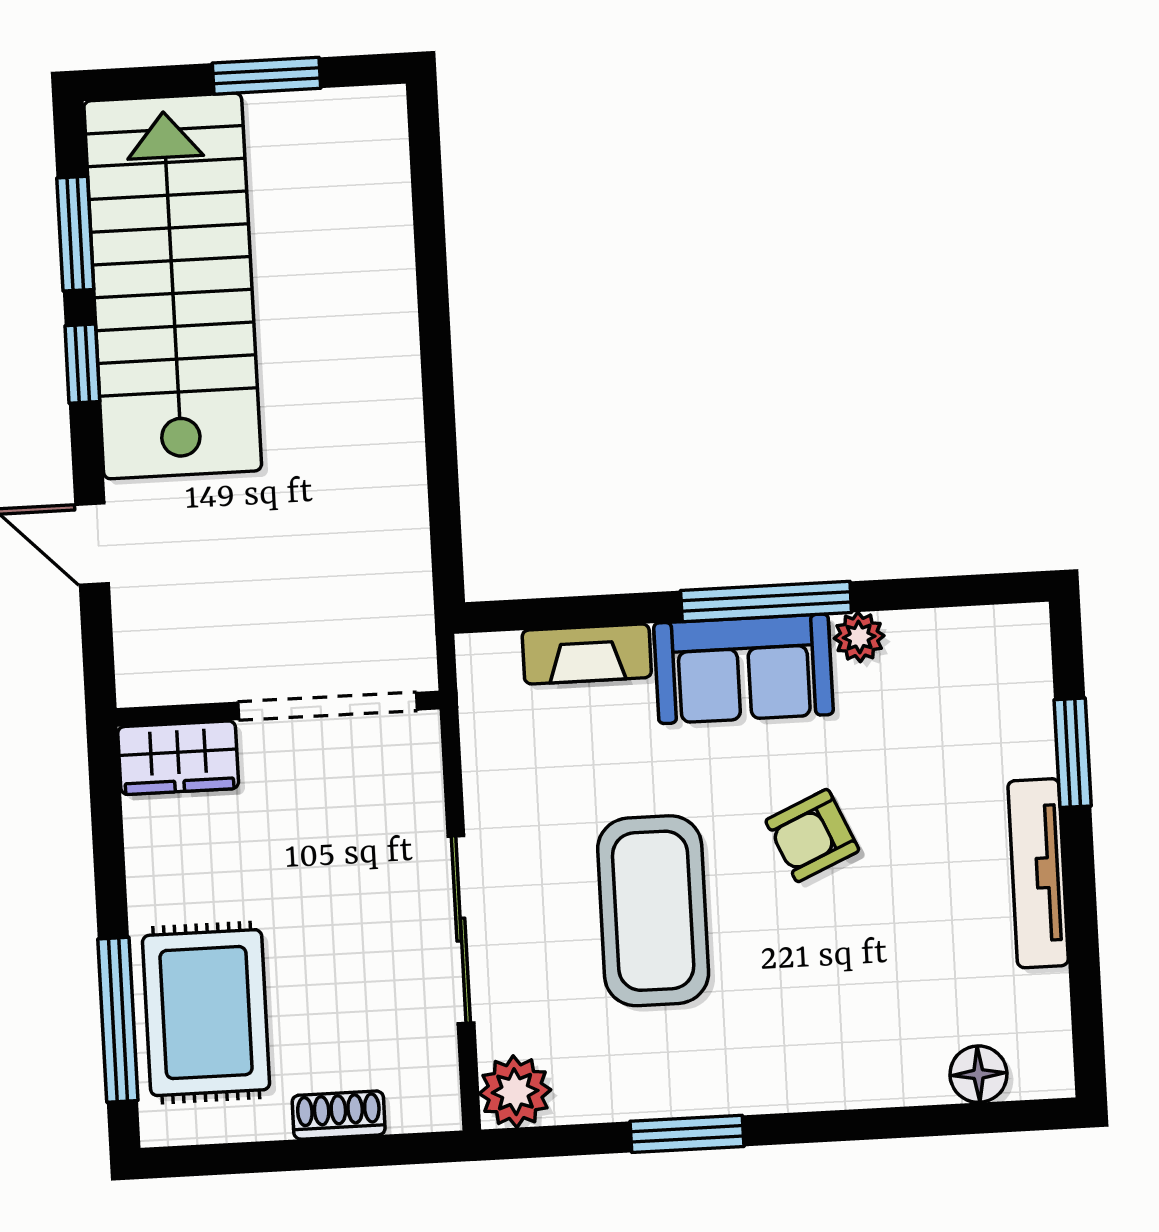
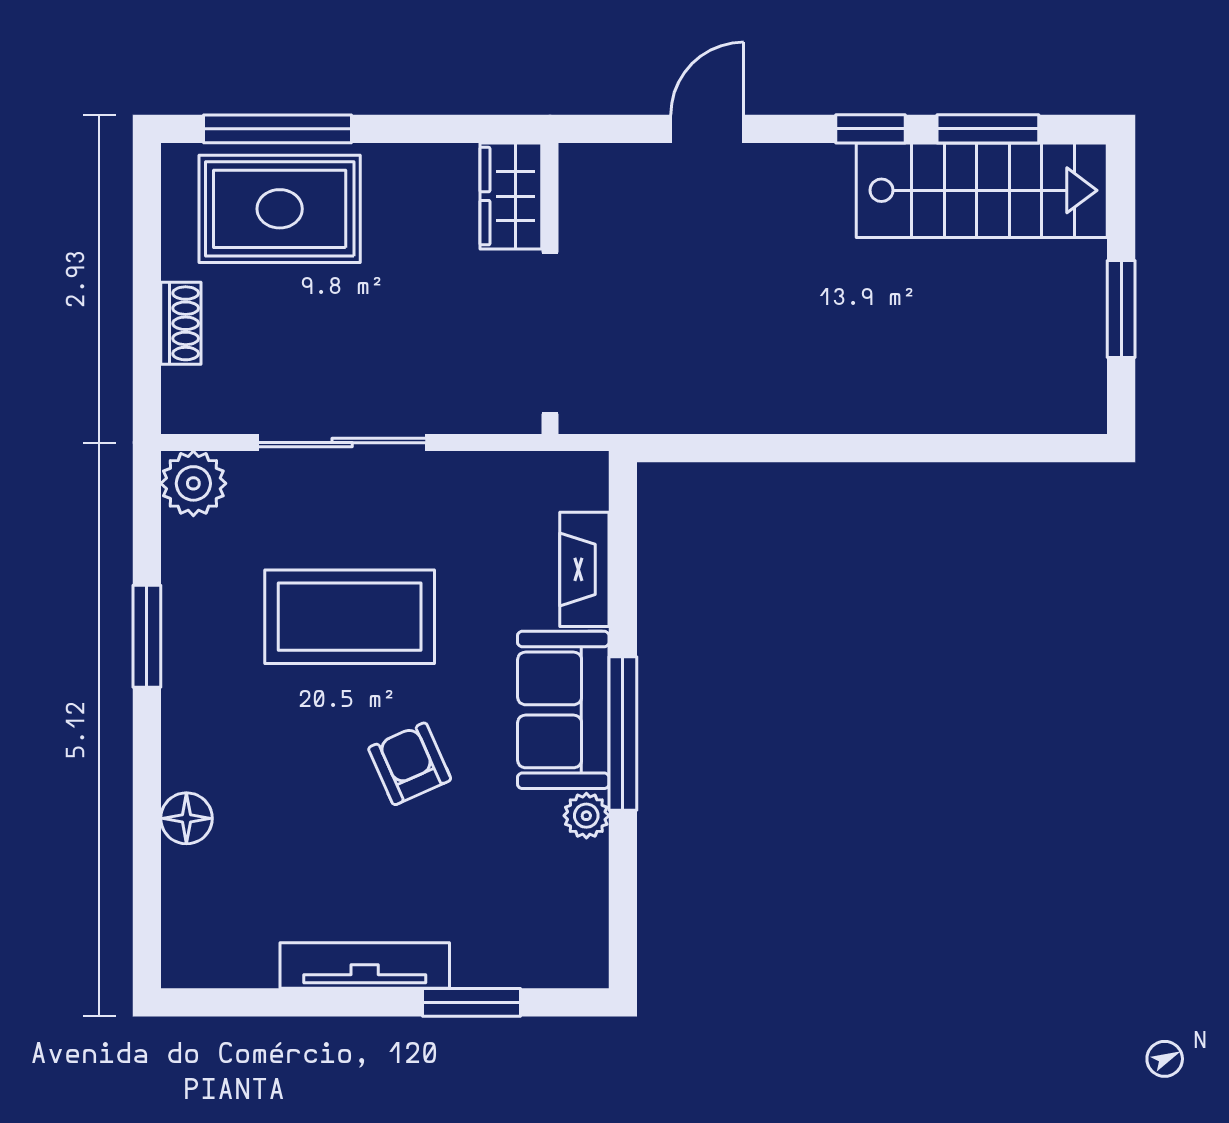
stairs: (173, 286) -> (982, 190), width x0.73, depth x0.66
floor lamp: (978, 1074) -> (186, 818), moved

